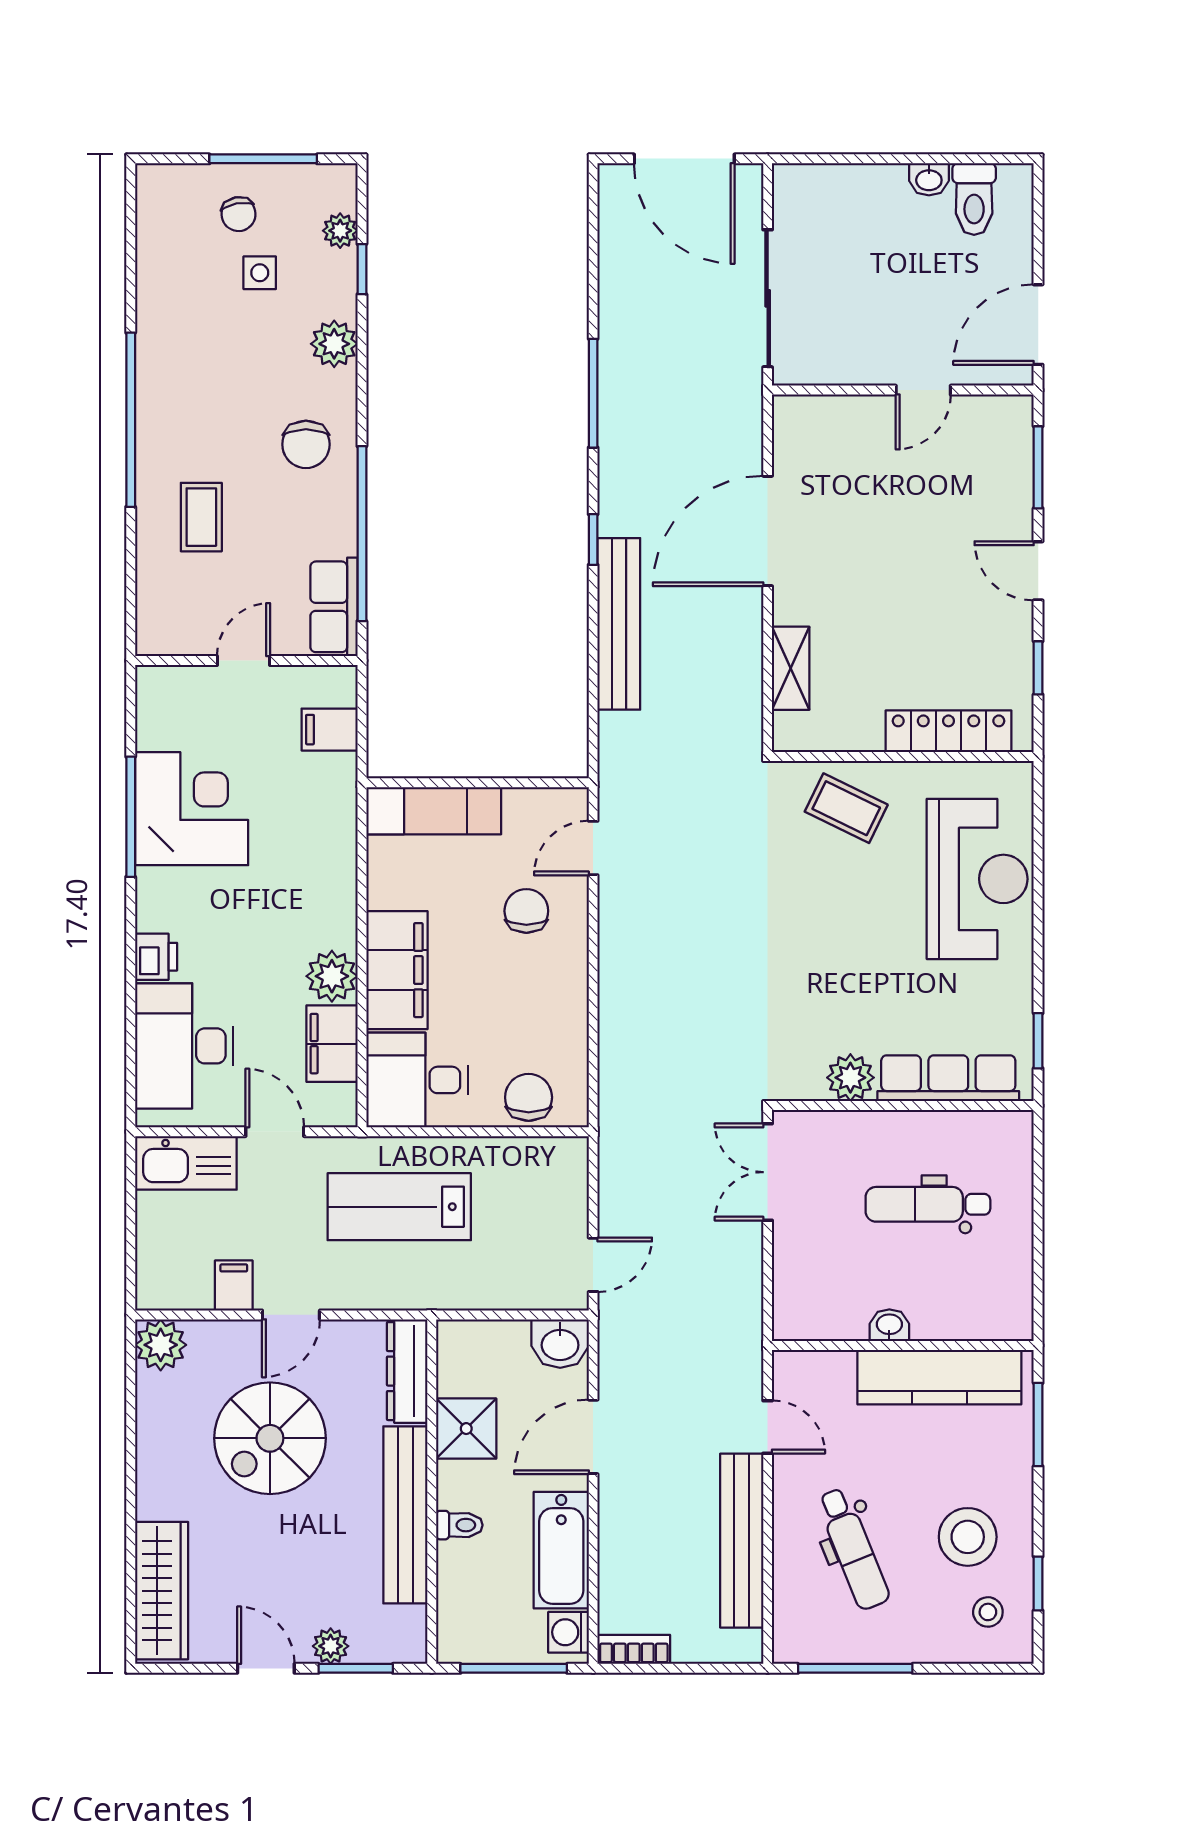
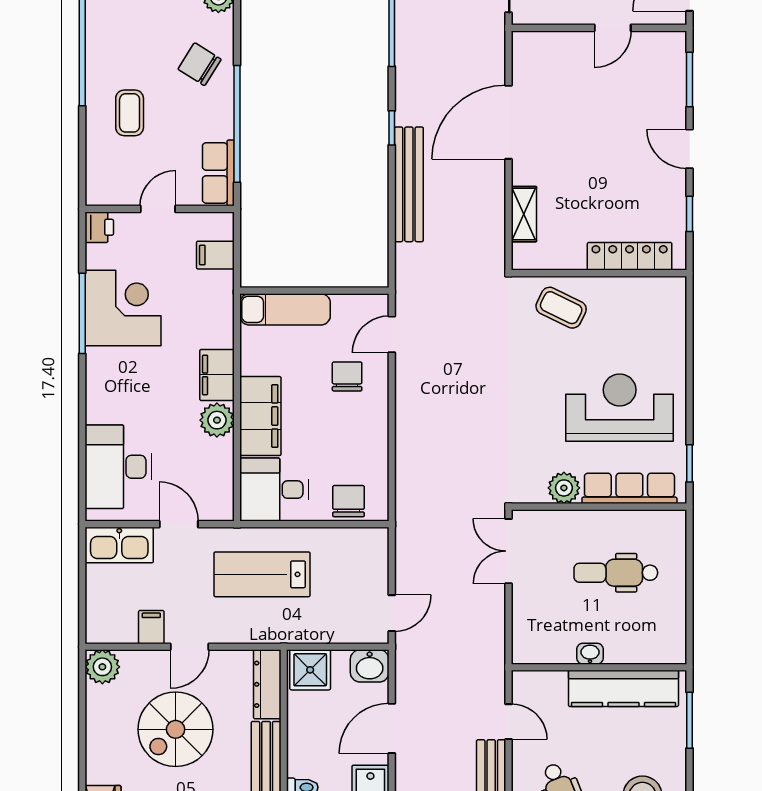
chair: (306, 444) -> (200, 64), turned 122
reception desk: (977, 879) -> (620, 408), moved, turned -90
printer: (156, 957) -> (99, 227), moved
filing cabinet: (332, 1044) -> (217, 375), moved
shower: (466, 1429) -> (310, 670), moved

